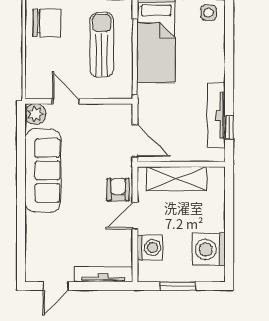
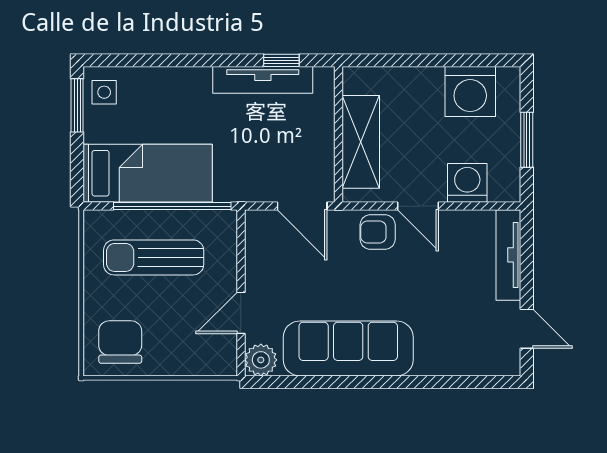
door: (135, 141) -> (302, 206), swing flipped

